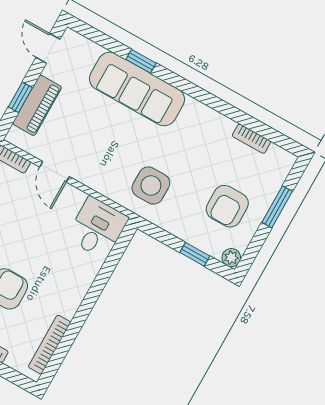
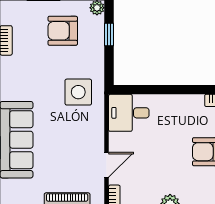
armchair: (227, 206) -> (63, 31), turned 180

